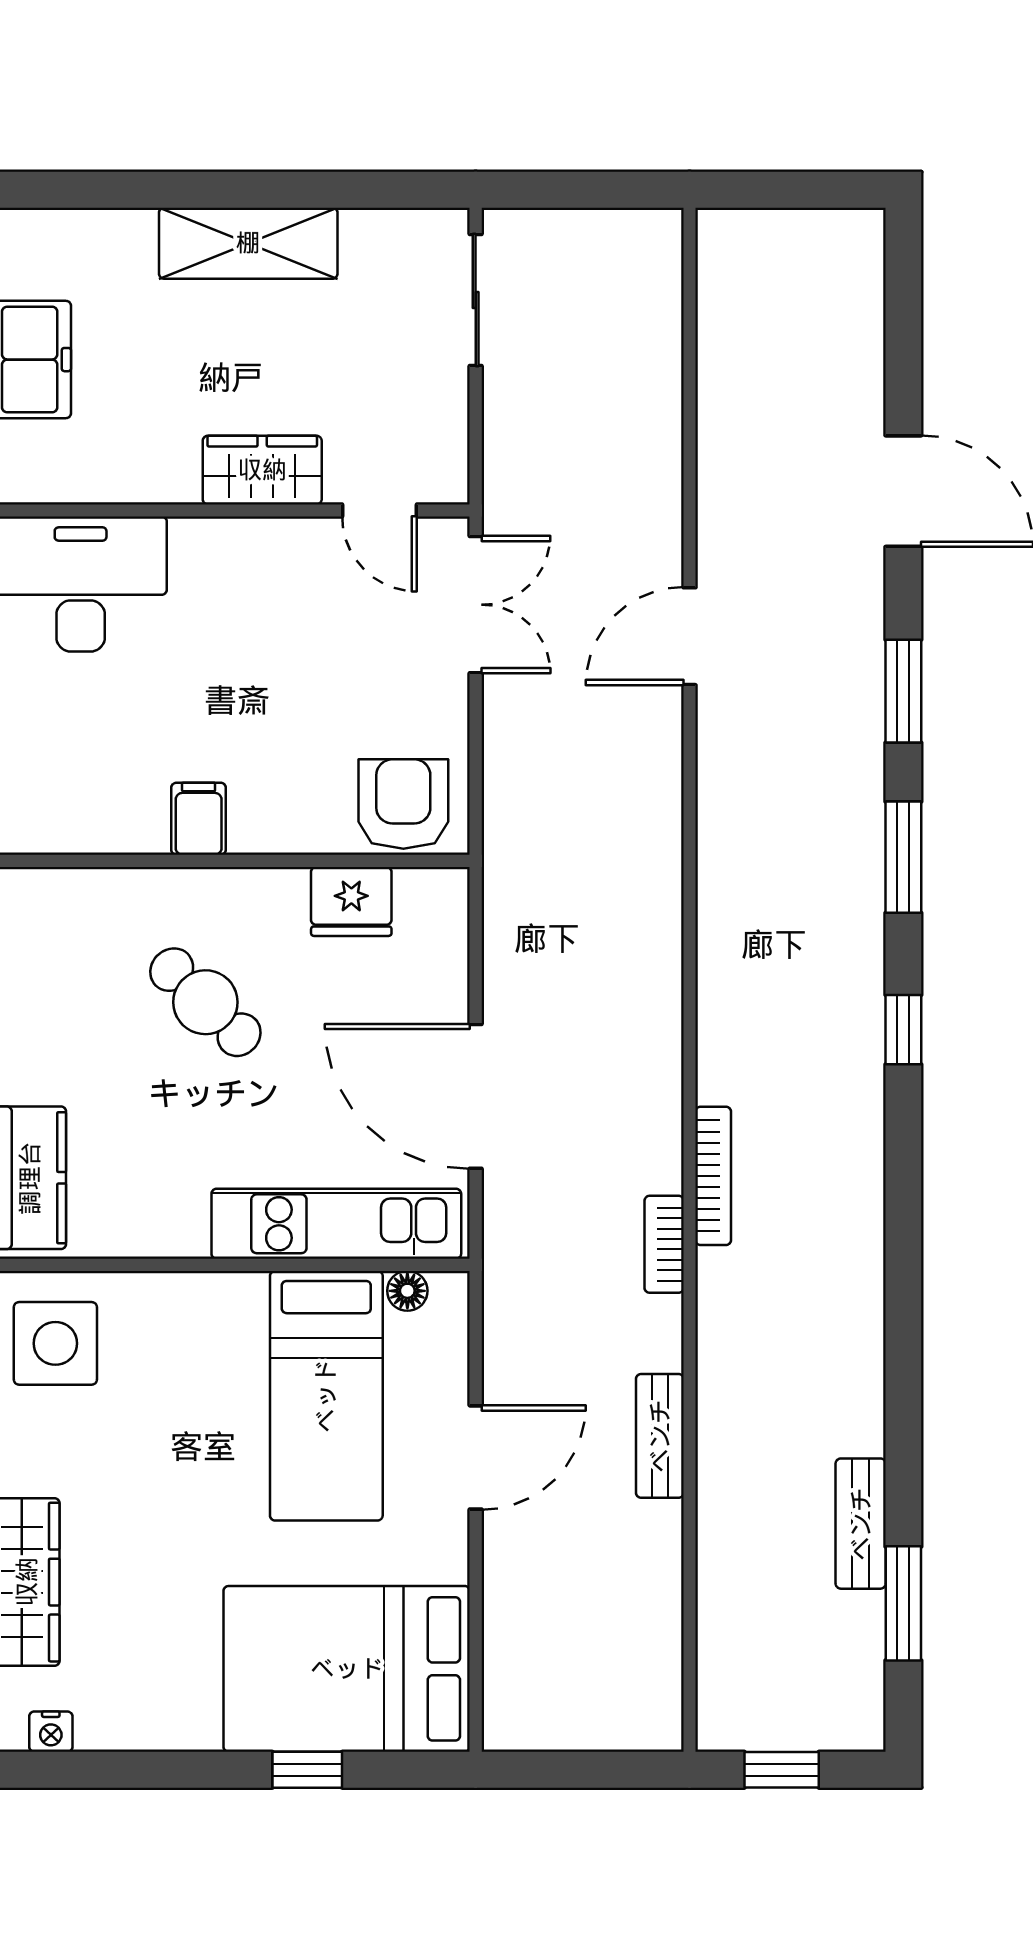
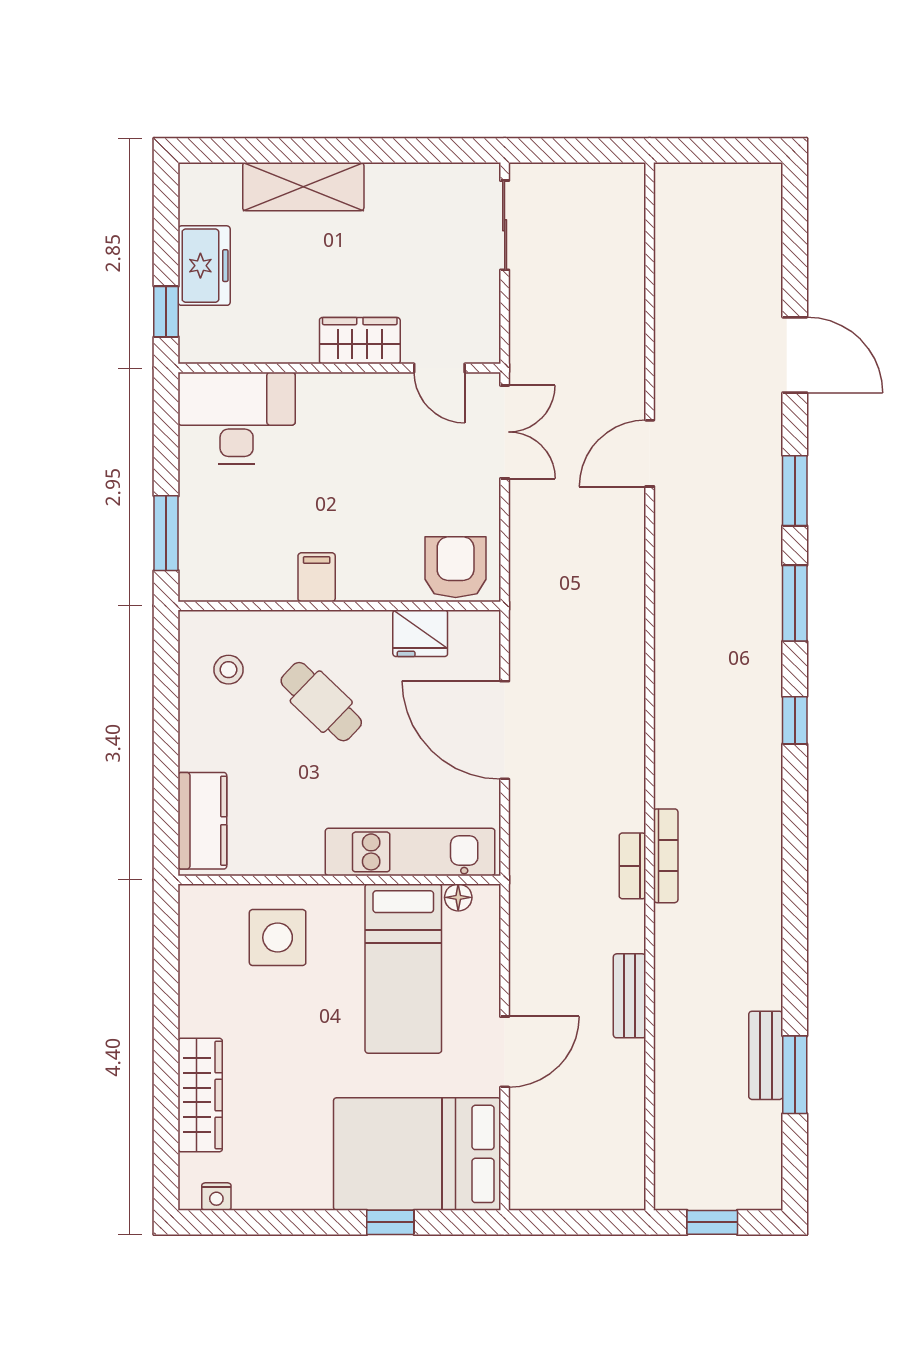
shelving: (248, 243) -> (303, 187), moved
stool: (69, 955) -> (229, 670), added
door: (476, 1096) -> (505, 730), moved
bookcase: (713, 1176) -> (666, 856), moved
side table: (55, 1343) -> (278, 938), moved
door: (476, 1457) -> (505, 1052), moved
window: (903, 1603) -> (795, 1075), moved

